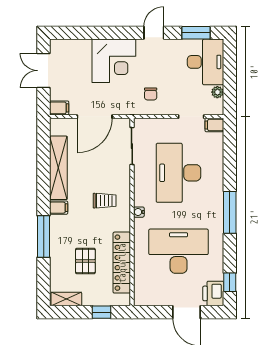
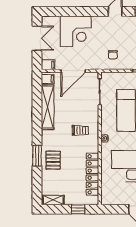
corner desk: (114, 61) -> (76, 31), moved
double door: (44, 71) -> (37, 38), swing flipped
filing cabinet: (59, 208) -> (48, 79), moved
window: (44, 236) -> (37, 156), width x0.69
pallet: (85, 261) -> (53, 160), moved

